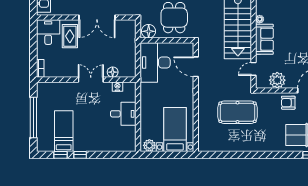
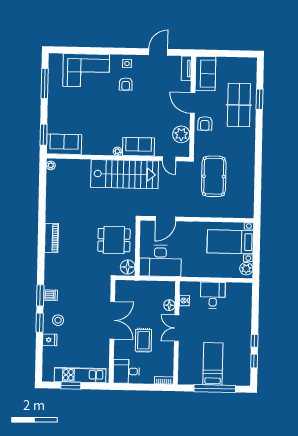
rug: (70, 36) -> (143, 340), moved, turned 90
bed: (64, 131) -> (213, 364), moved, turned 90

